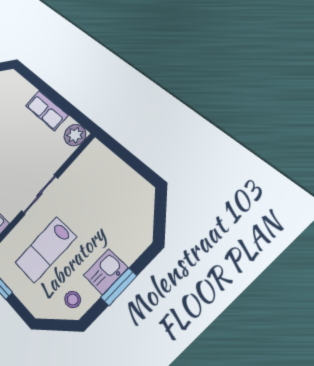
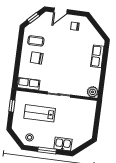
row of seats: (47, 110) -> (97, 56), moved
kitchen sink: (106, 272) -> (63, 144), moved

